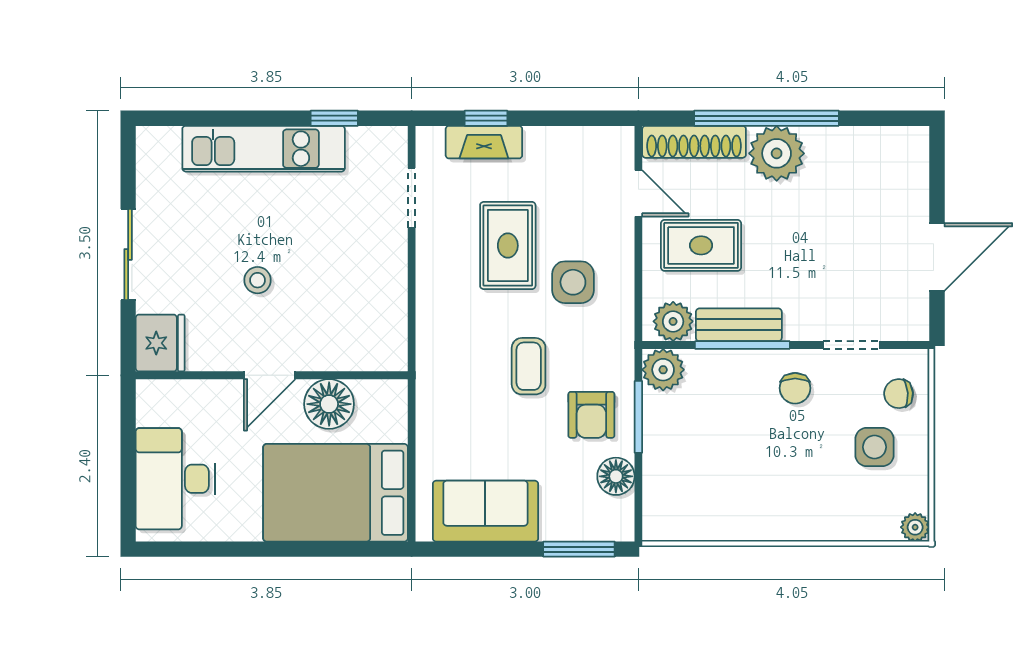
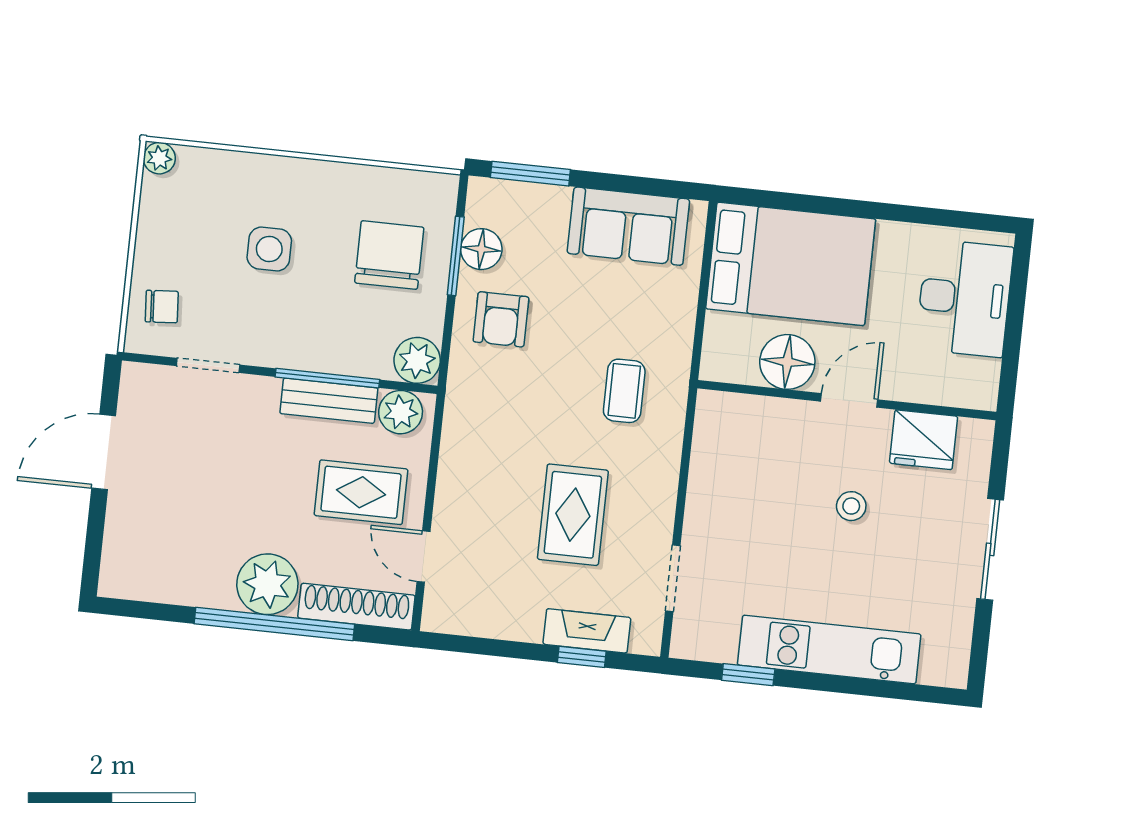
side table: (573, 282) -> (506, 467), removed
fridge: (160, 343) -> (924, 440), moved, turned -90
coffee table: (529, 366) -> (624, 391), moved
chair: (795, 388) -> (389, 255), moved, width x1.87, depth x1.87
armchair: (591, 415) -> (501, 319), turned 180
window: (638, 417) -> (456, 256), moved
side table: (874, 447) -> (269, 249), moved

